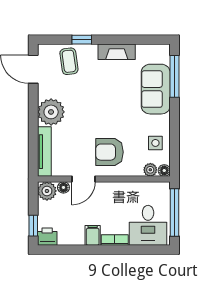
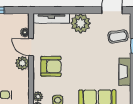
armchair: (109, 152) -> (51, 66), turned 90
plant: (47, 191) -> (22, 63), moved

